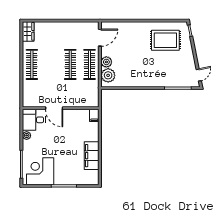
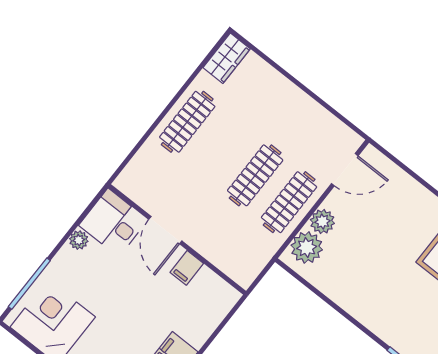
filing cabinet: (94, 115) -> (187, 268), moved

